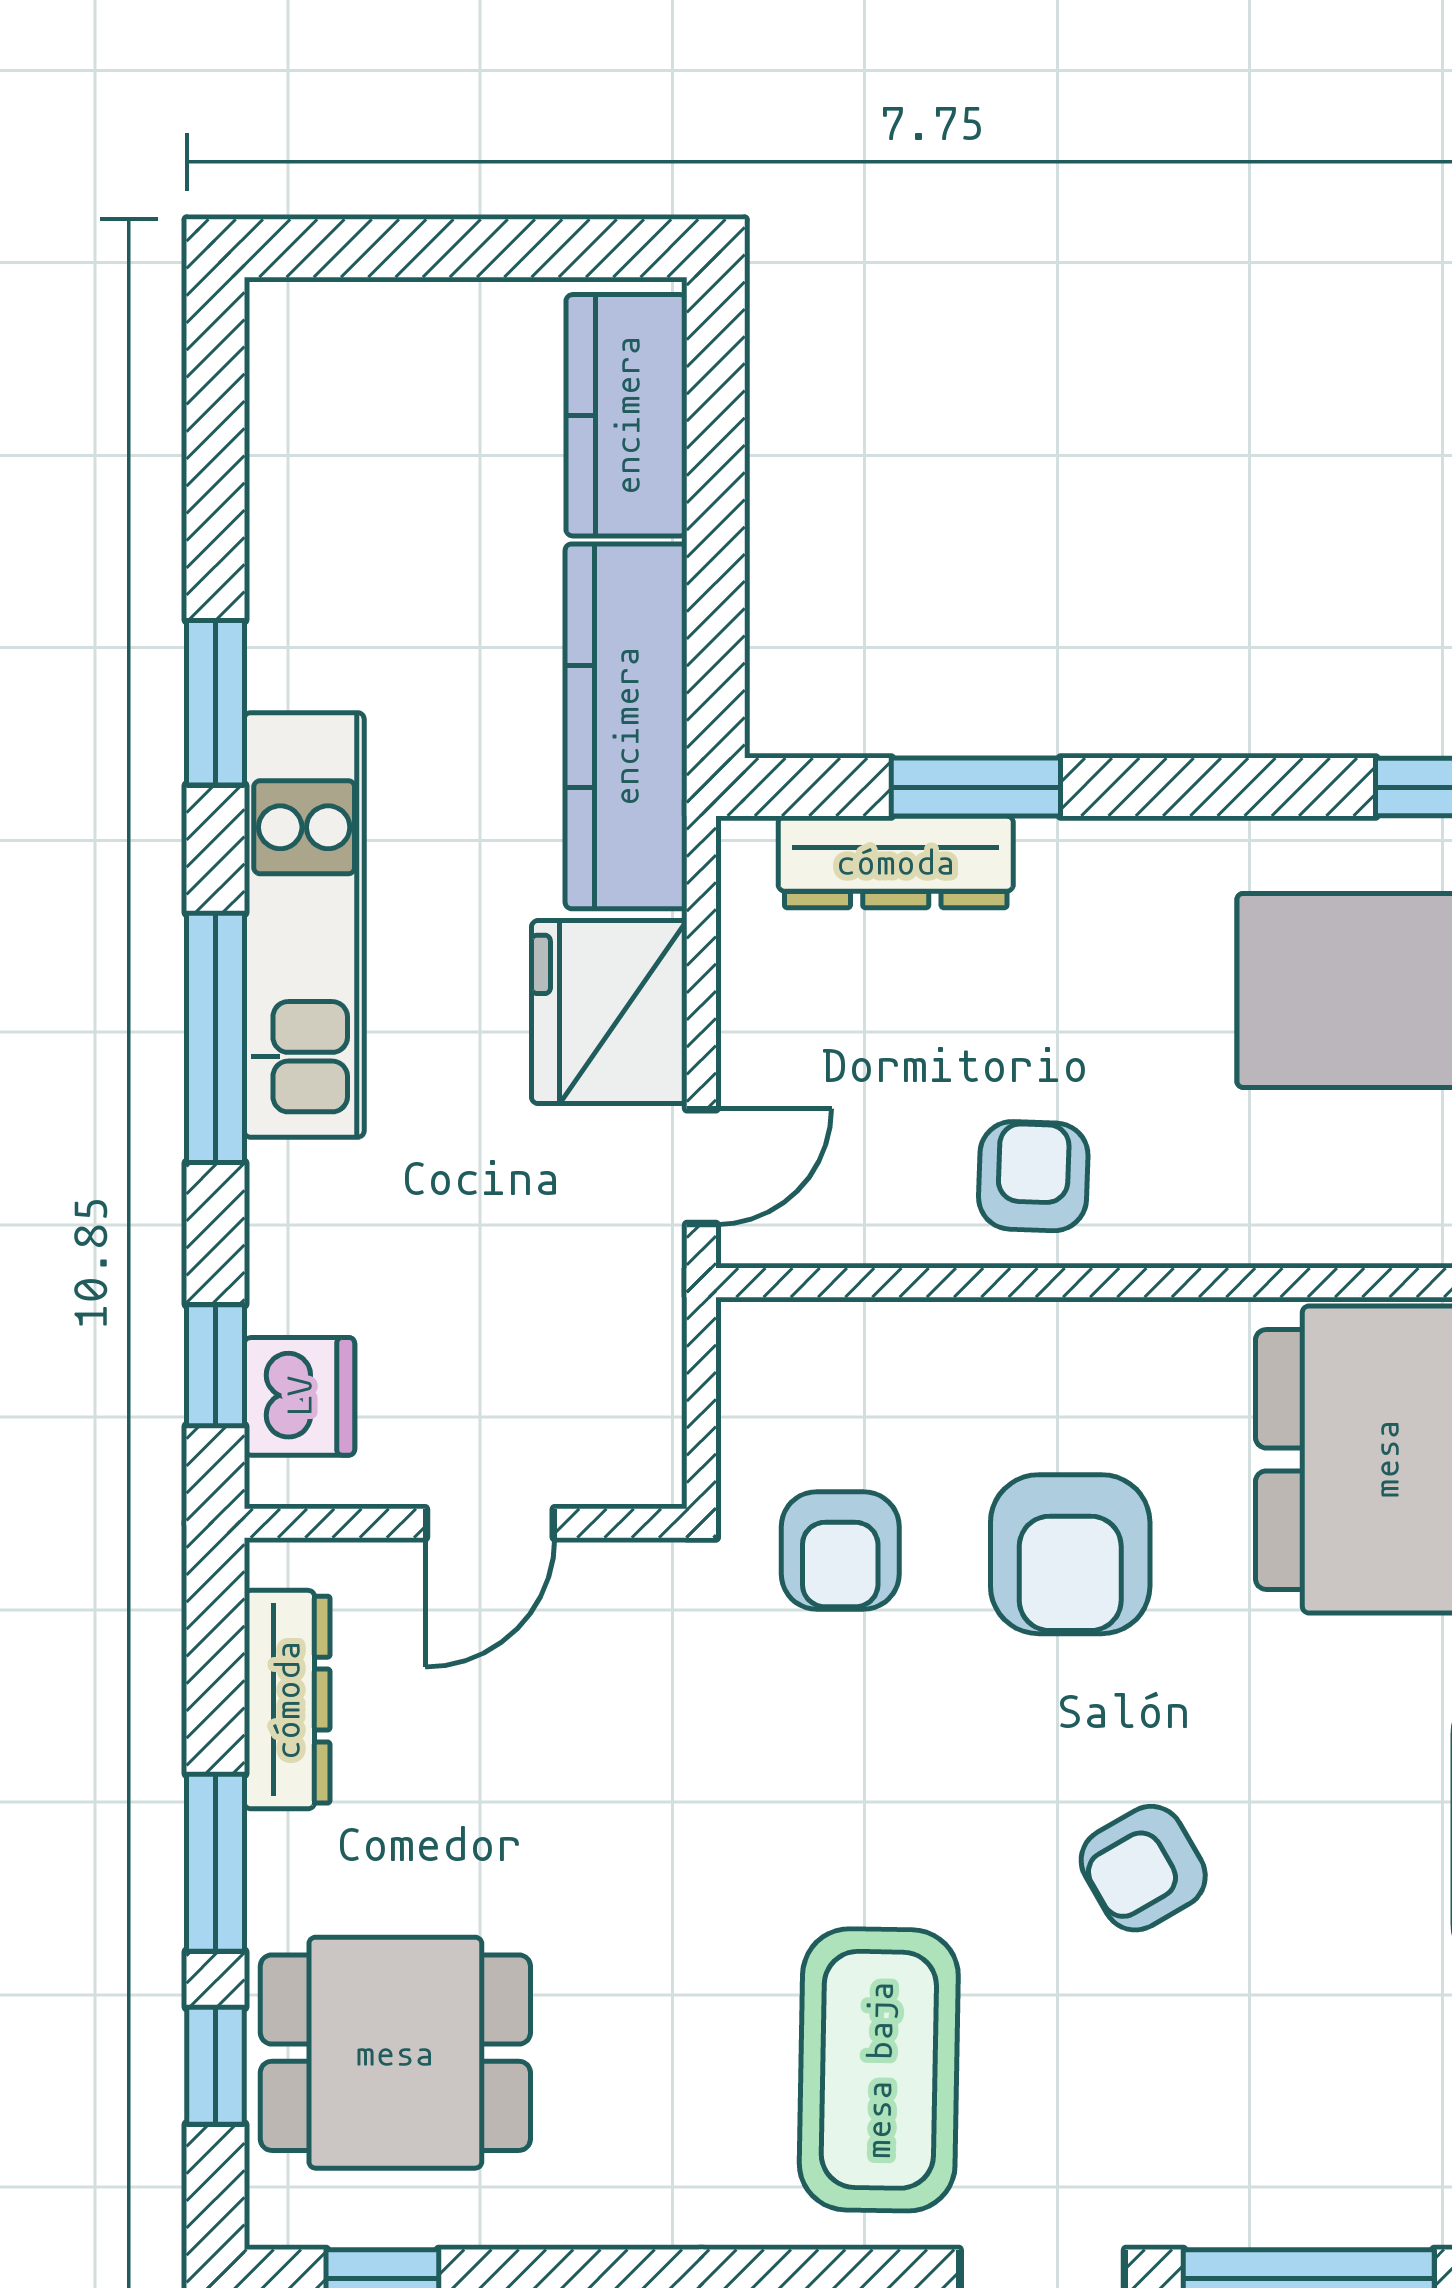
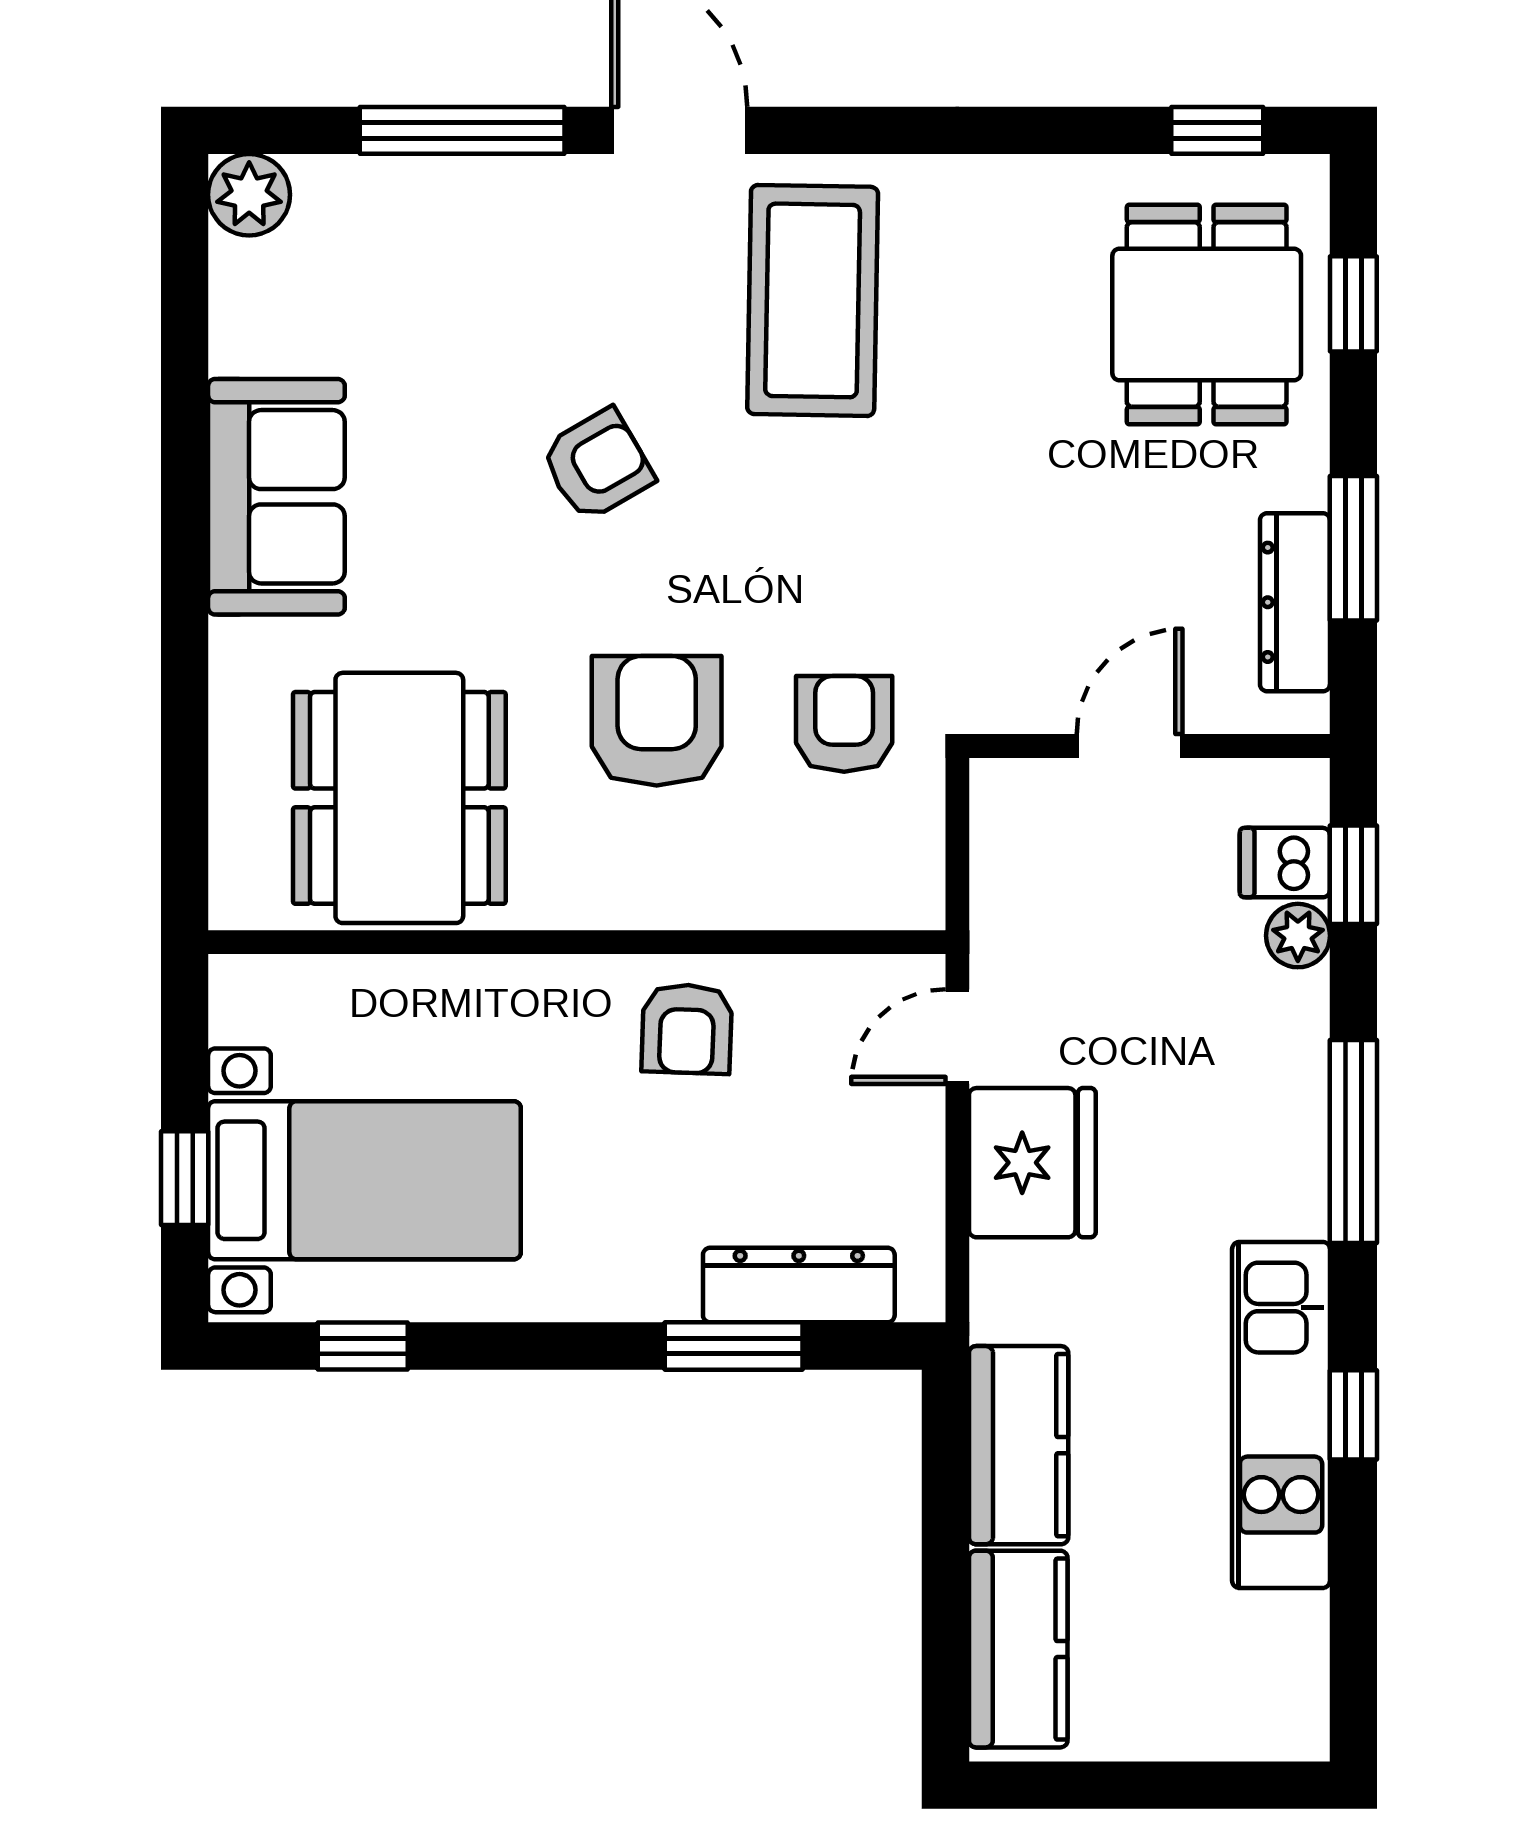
window: (215, 703) -> (1353, 1415), width x0.67
kitchen counter: (626, 726) -> (1019, 1445), width x0.67
kitchen unit: (304, 925) -> (1281, 1415), moved
plant: (283, 1291) -> (1298, 936), added
dishwasher: (299, 1396) -> (1285, 863), width x0.73
window: (215, 1863) -> (1353, 548), moved
dining table: (395, 2053) -> (1207, 314), turned 90

